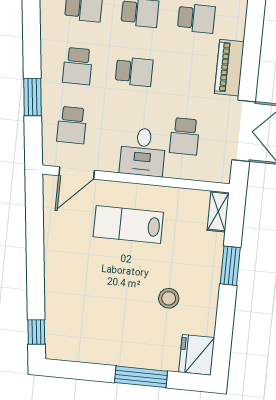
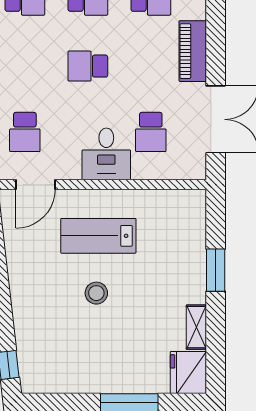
school desk: (78, 66) -> (25, 66), removed
school desk: (134, 72) -> (88, 66), turned 180
shelving: (218, 211) -> (196, 327), moved
stool: (169, 298) -> (96, 293), moved

